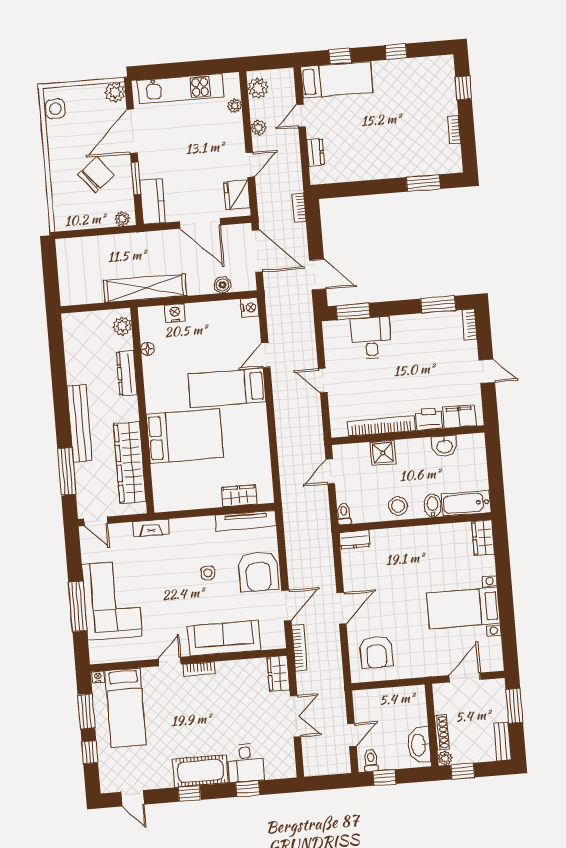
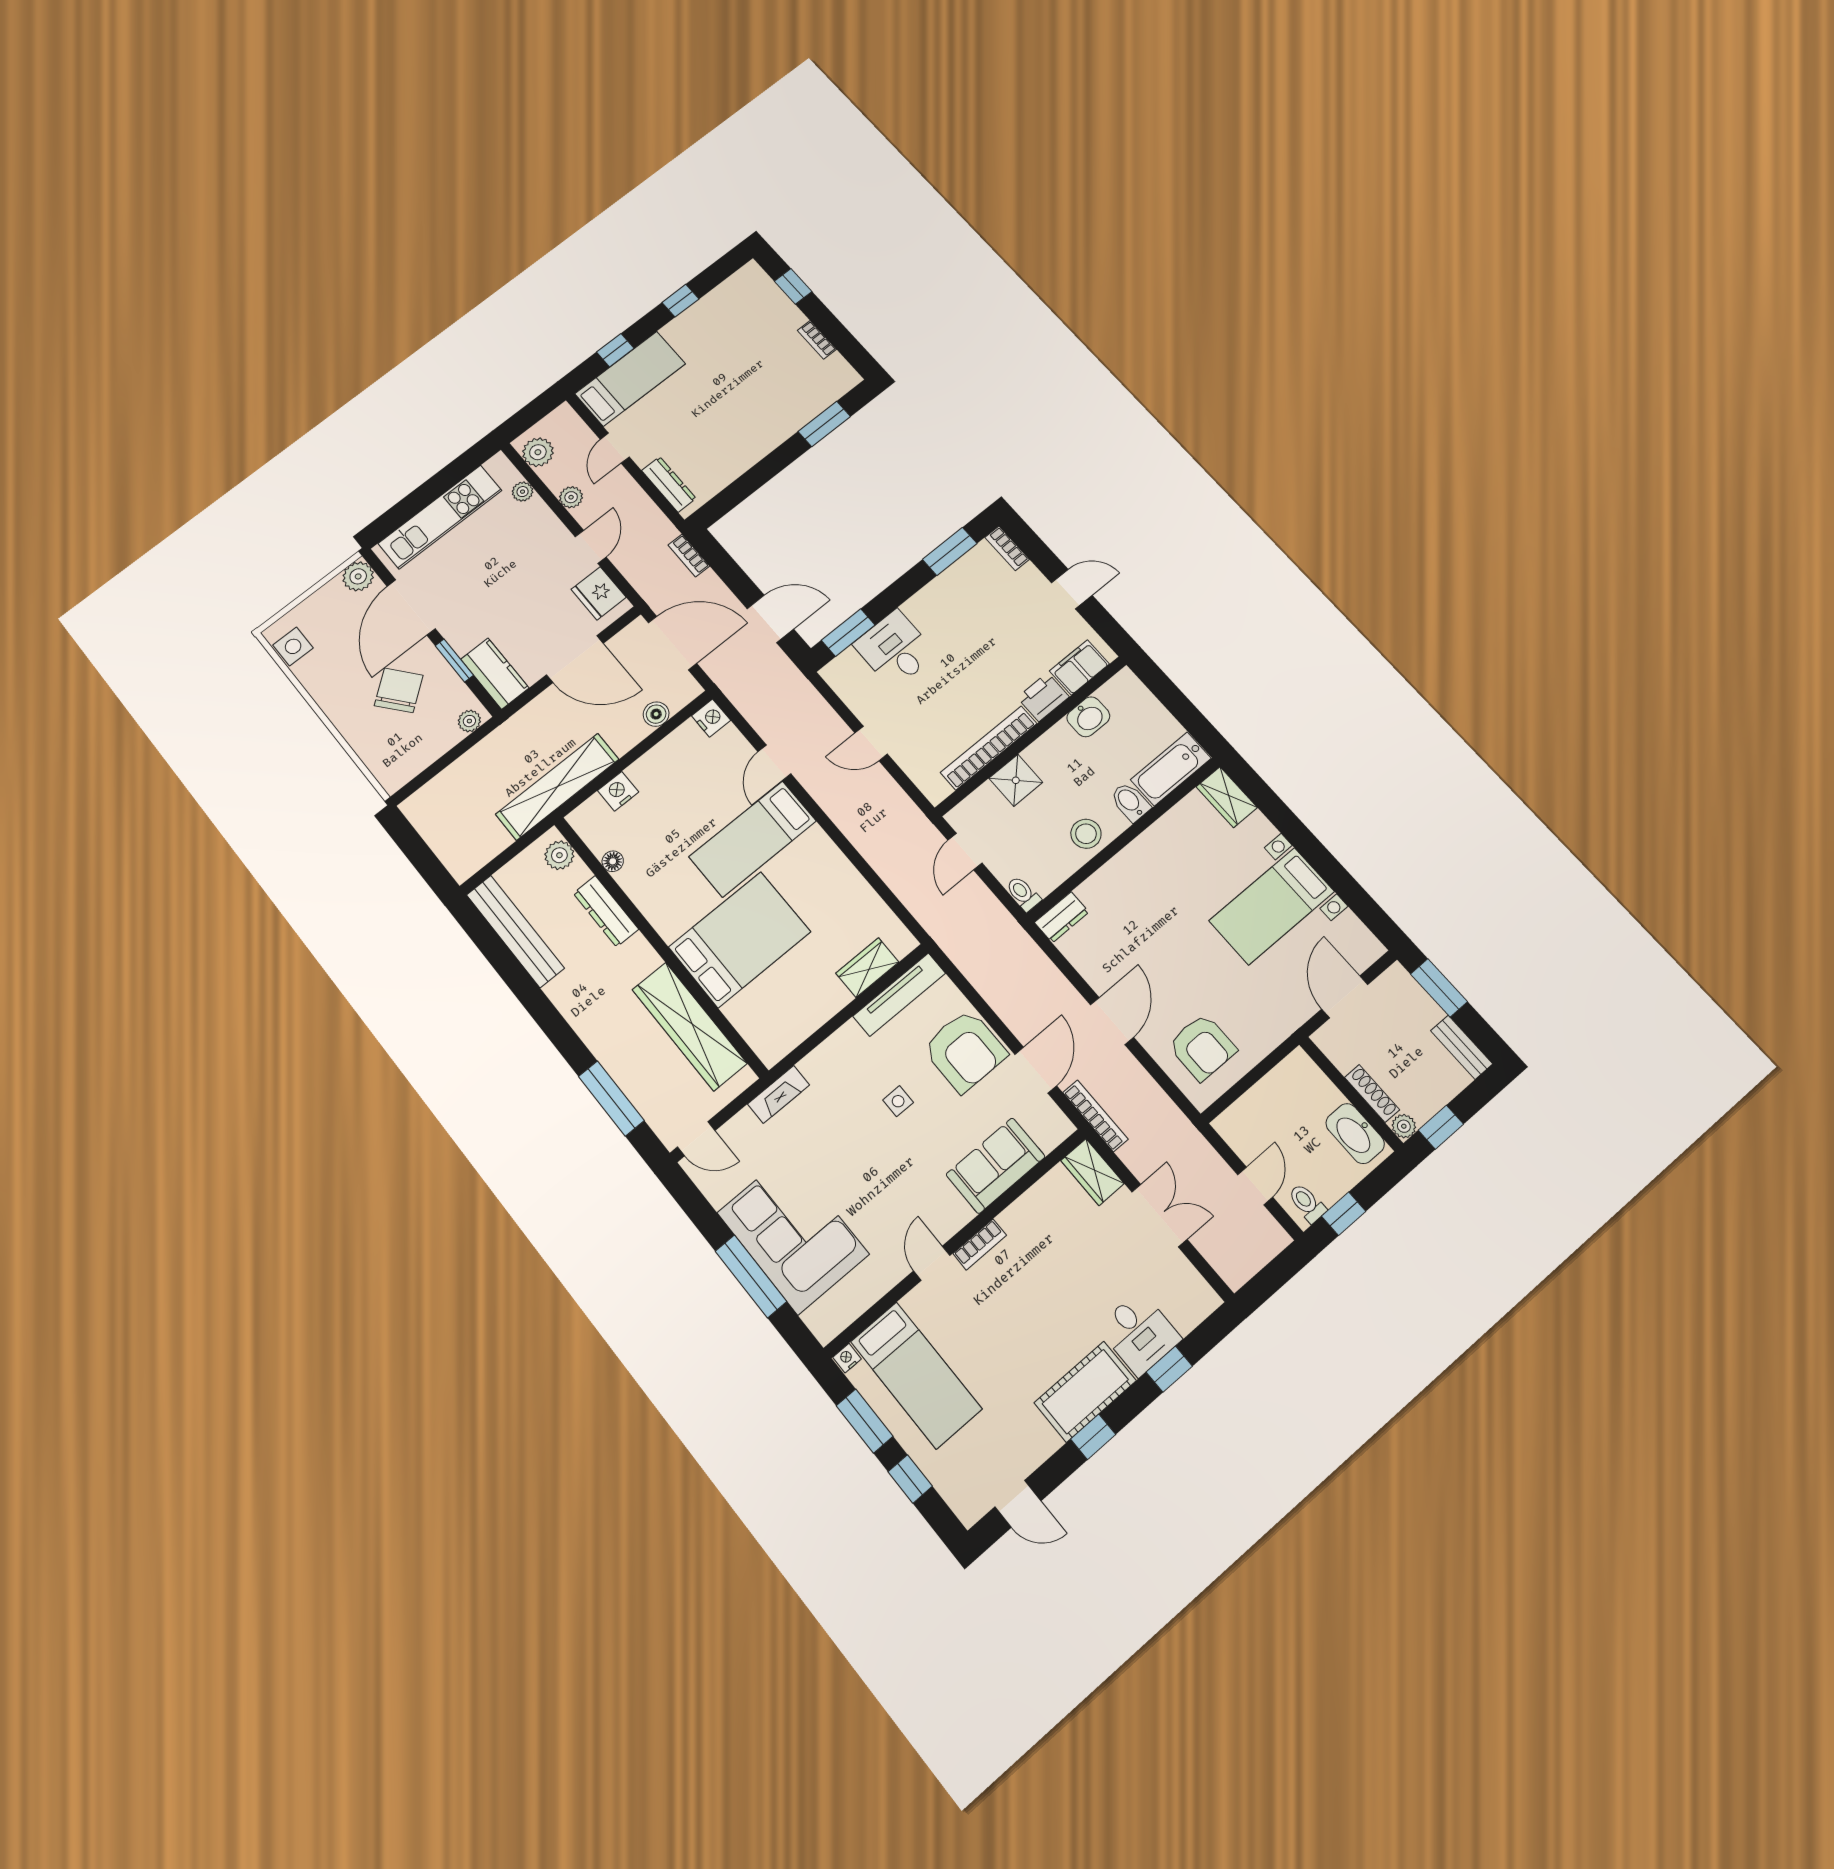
dresser: (315, 152) -> (669, 484), width x1.44
bench: (80, 423) -> (515, 931), moved
sofa: (224, 638) -> (996, 1166), width x0.73

